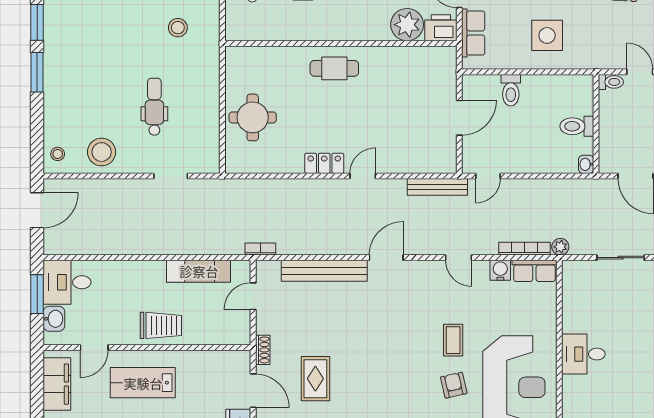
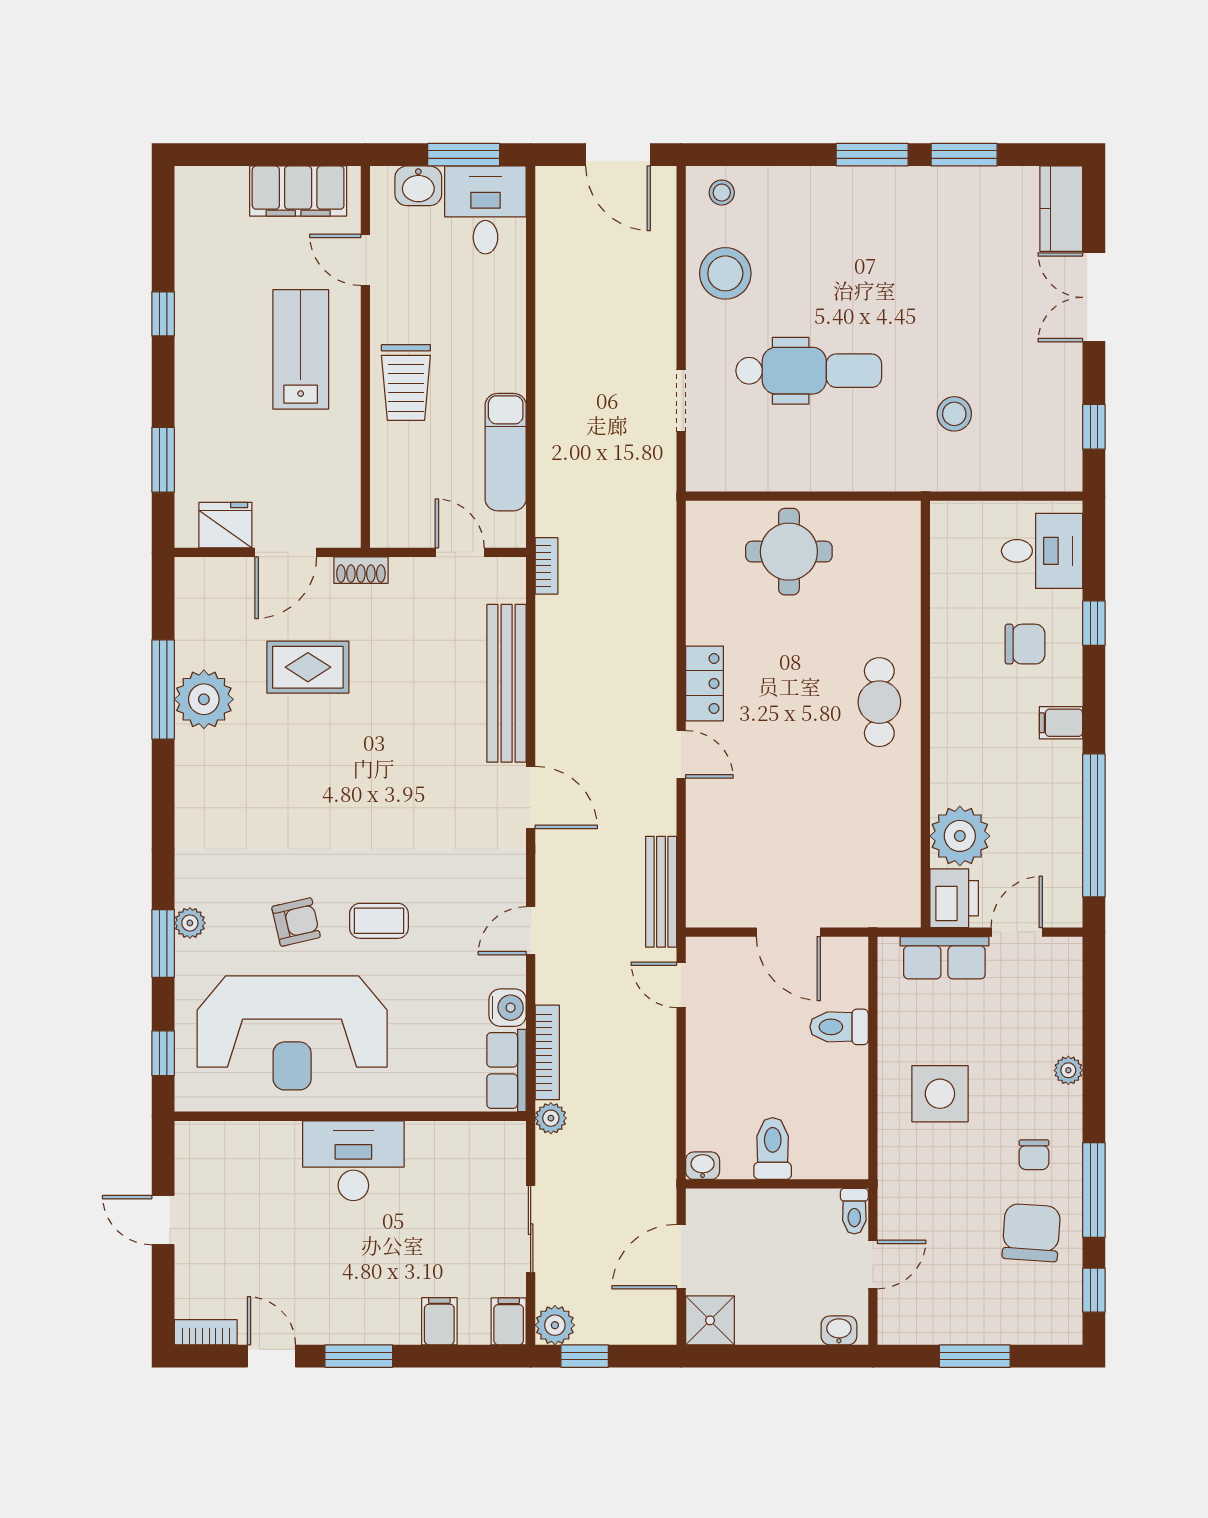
dental chair: (154, 107) -> (809, 371), width x1.36, depth x1.38
desk: (583, 354) -> (353, 1161), width x1.37

